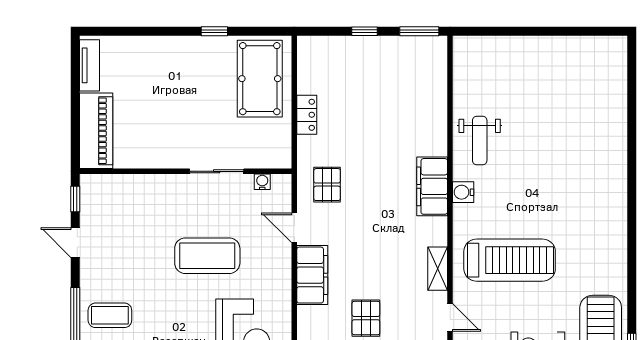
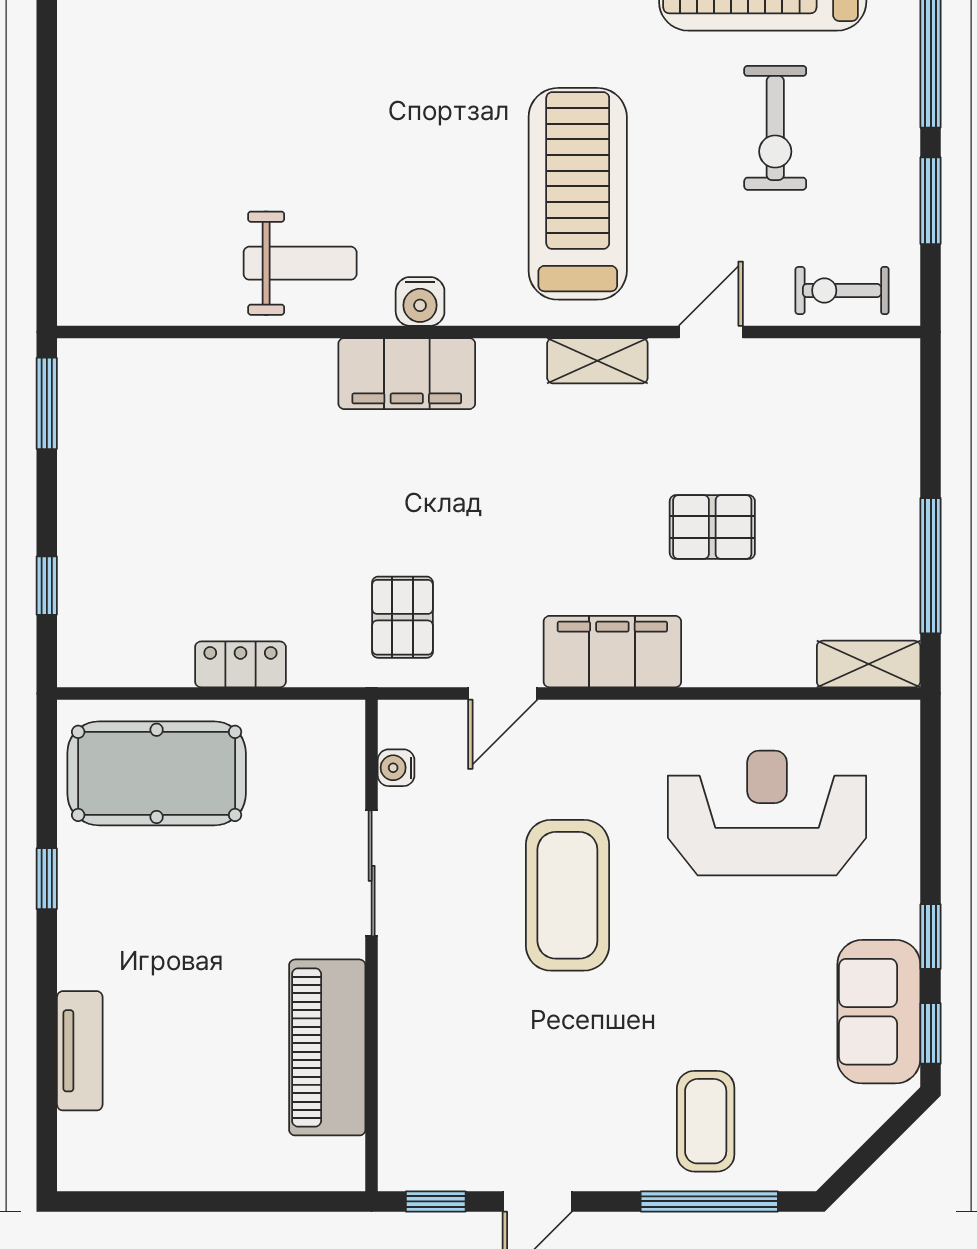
window: (365, 31) -> (47, 586), moved
tv unit: (90, 65) -> (80, 1051), moved, turned 90
piano: (96, 131) -> (327, 1047), moved, turned -90
pallet: (327, 185) -> (402, 617), turned 90

